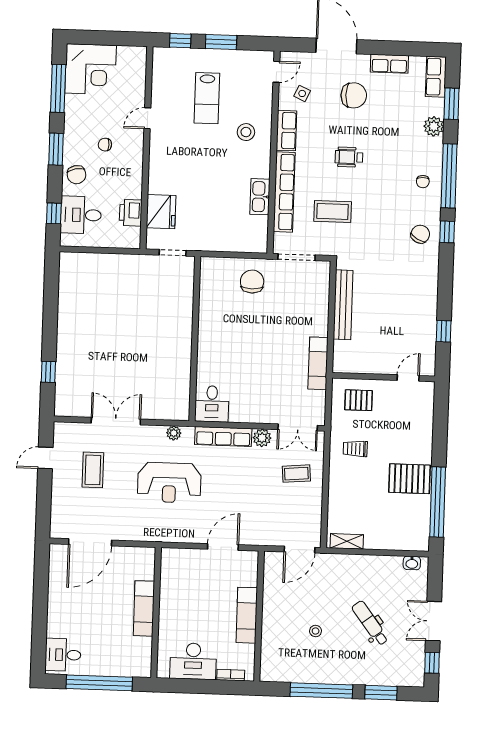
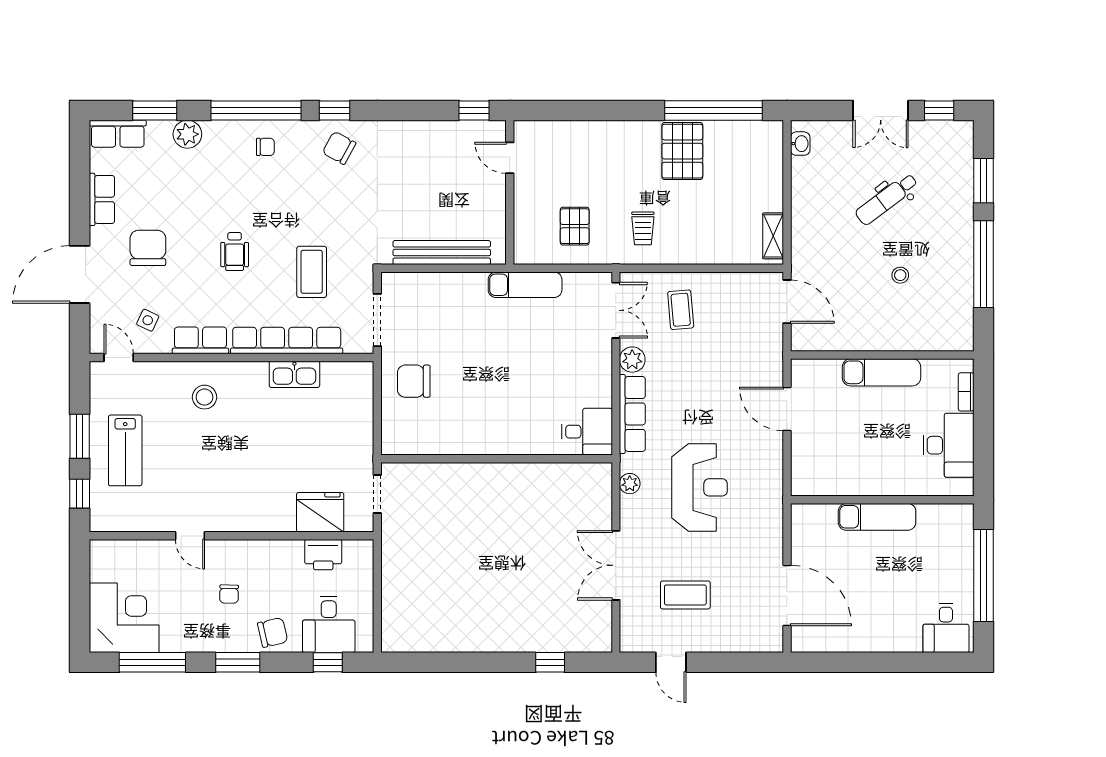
lab bench: (207, 98) -> (125, 450), moved, turned 90
wall: (384, 377) -> (510, 192), moved
door: (408, 378) -> (510, 158), moved

